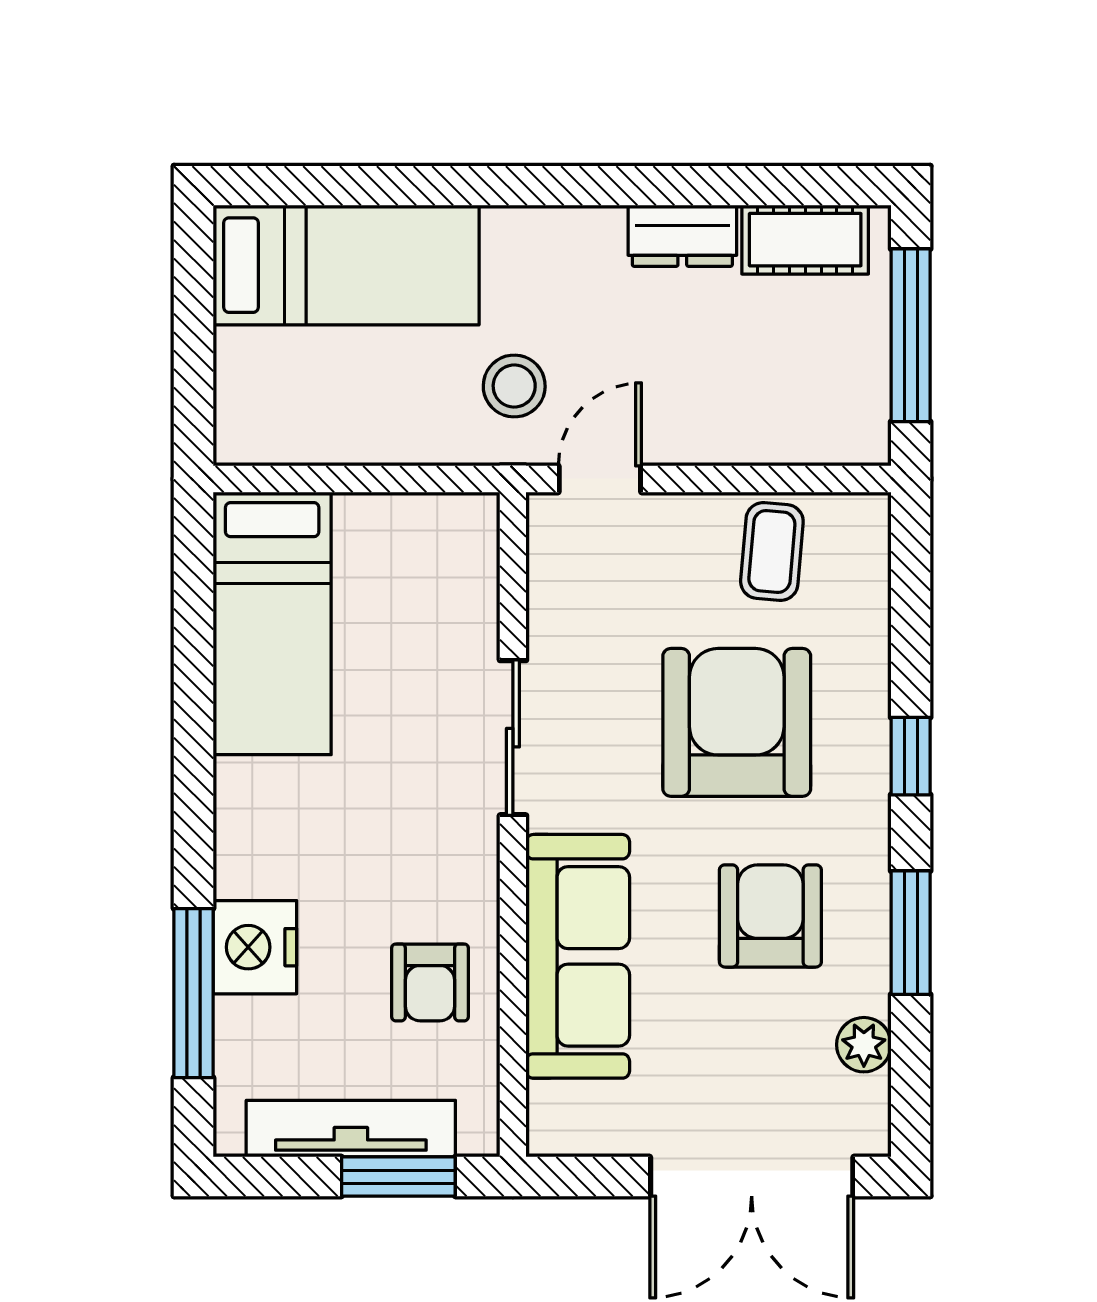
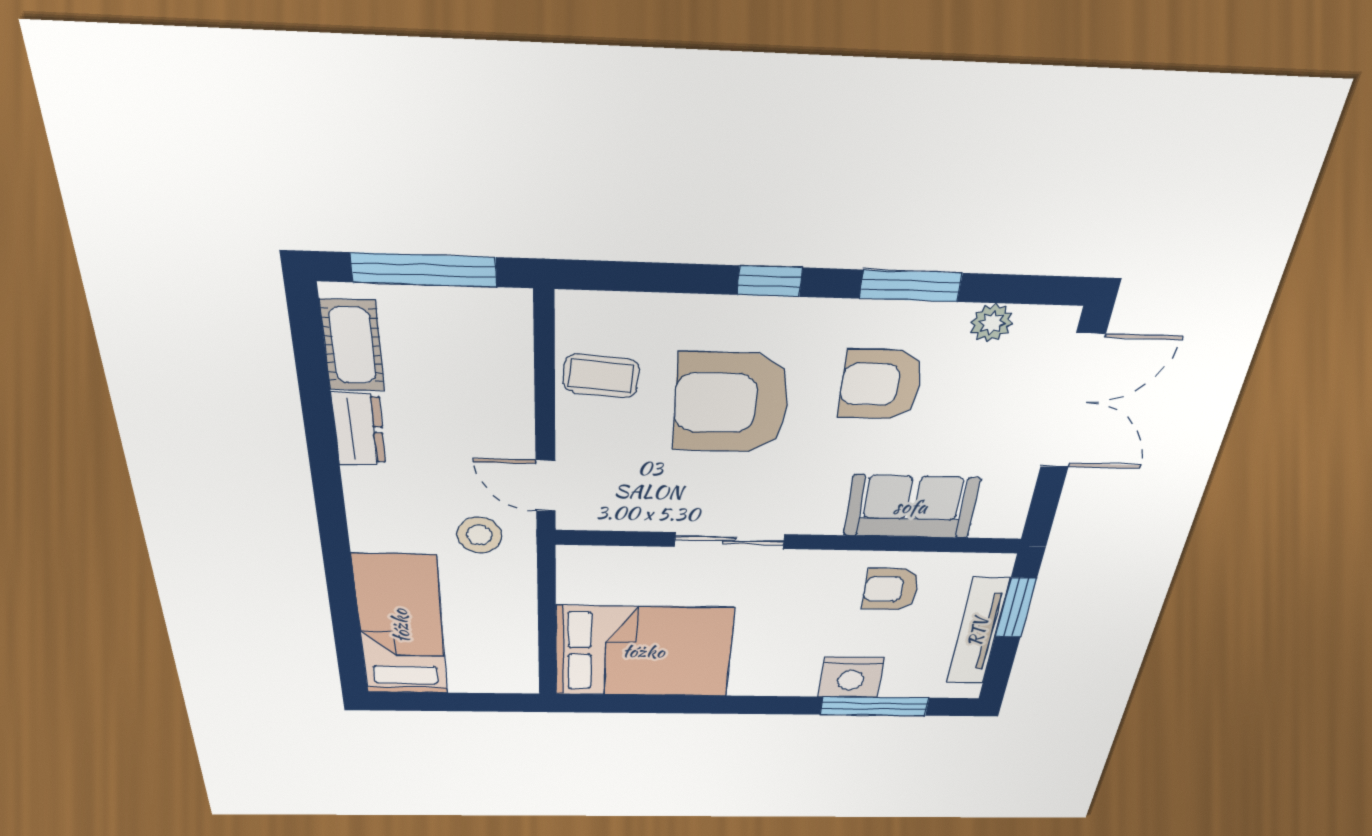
bed: (272, 623) -> (643, 652), width x1.50
sofa: (578, 956) -> (911, 507), width x0.73
armchair: (430, 982) -> (891, 589), turned 180

